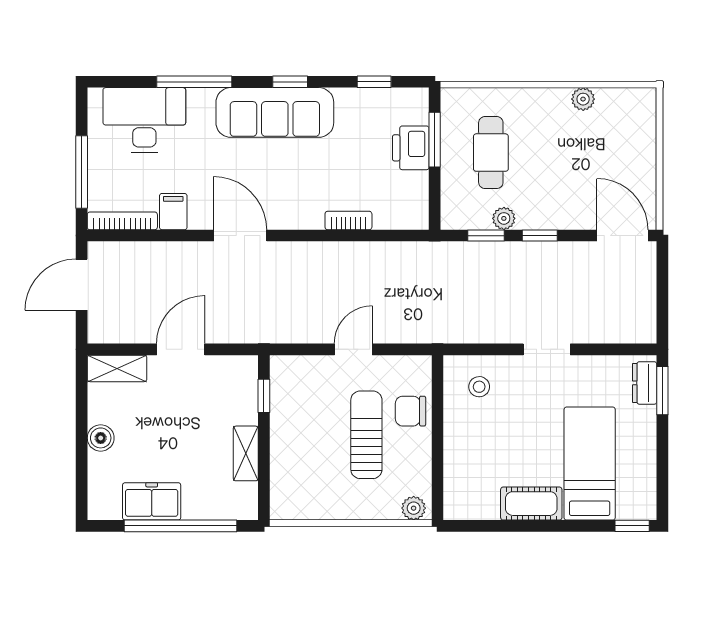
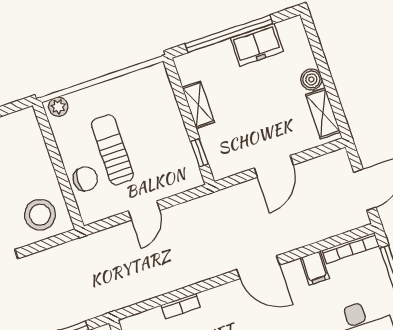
shelving: (117, 368) -> (323, 113), moved, turned 90
stool: (479, 387) -> (40, 215), width x1.89, depth x1.89
sun lounger: (366, 435) -> (112, 150), turned 180

